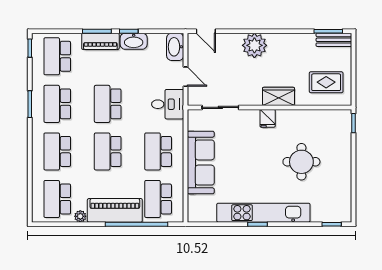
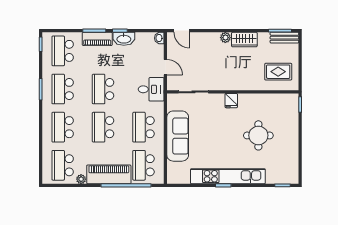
plant: (254, 45) -> (225, 38), width x0.53, depth x0.53
washbasin: (175, 47) -> (159, 38), width x0.52, depth x0.69
wardrobe: (278, 96) -> (244, 40), moved, turned 180

